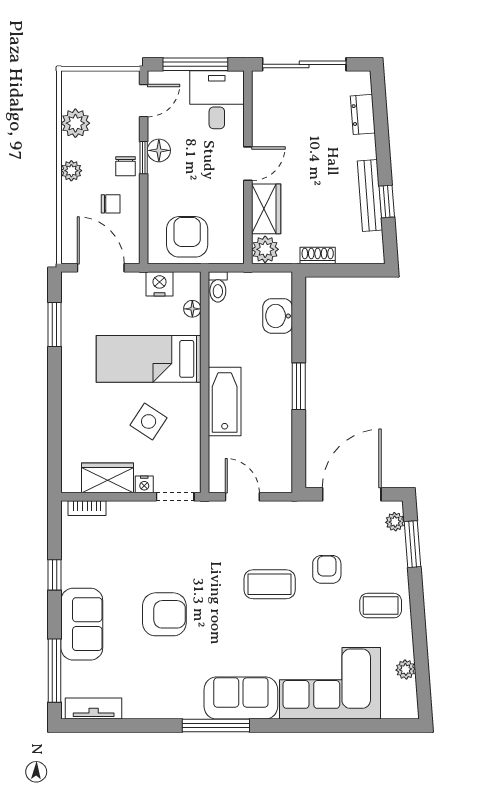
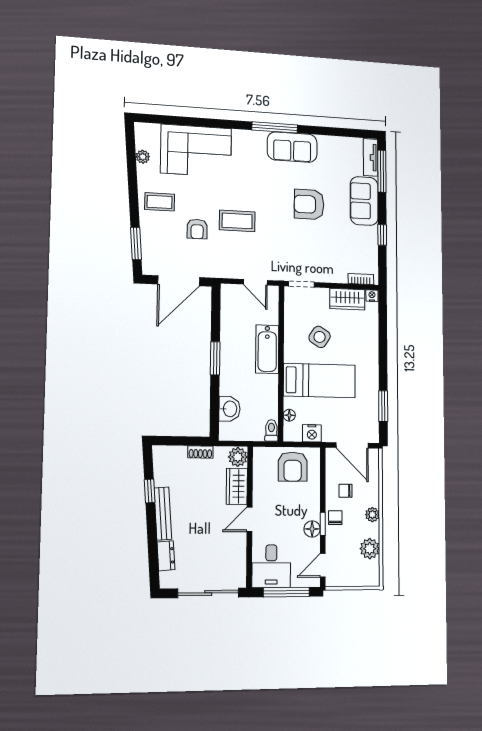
bench: (370, 196) -> (163, 514), moved
nightstand: (144, 484) -> (372, 296), moved
plant: (395, 522) -> (148, 260), removed
sofa: (241, 698) -> (292, 147), moved
tv unit: (94, 708) -> (371, 157), moved, turned 90

